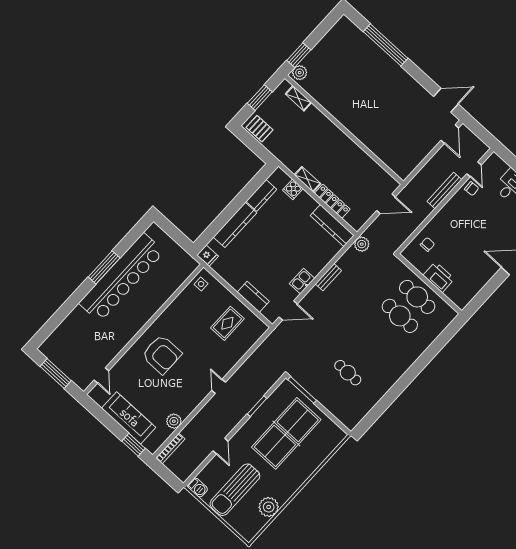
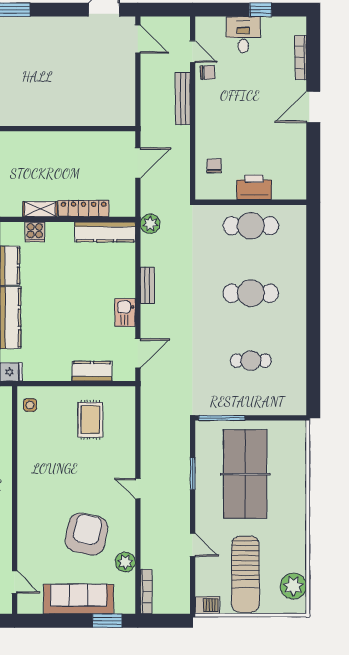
cafe table: (400, 316) -> (251, 293), moved
armchair: (162, 354) -> (87, 534), moved, turned -78
plant: (269, 507) -> (293, 586), moved

